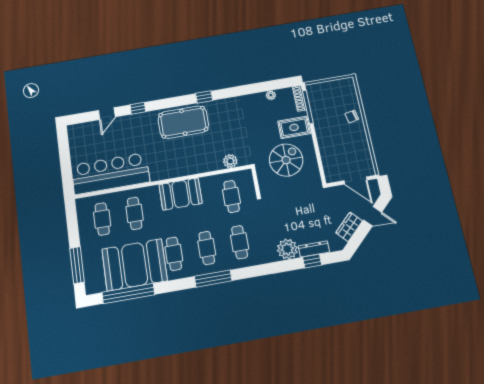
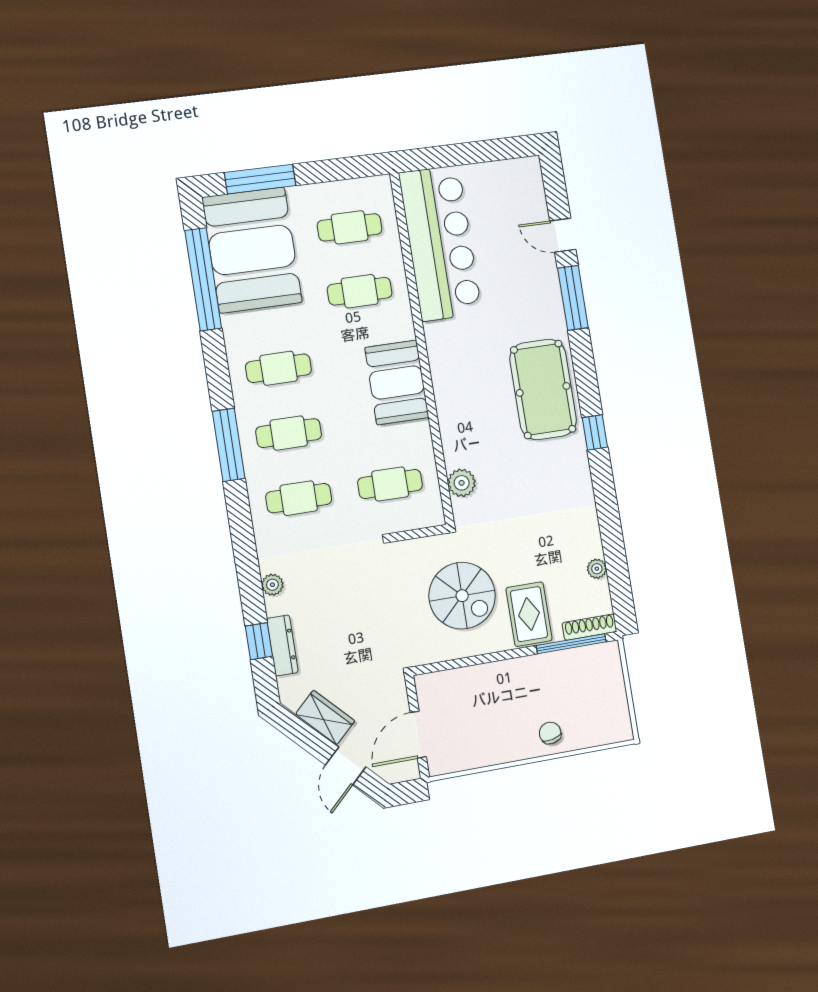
window: (138, 108) -> (573, 298), width x2.17
plant: (287, 249) -> (272, 585), width x0.53, depth x0.53
booth: (135, 265) -> (252, 250), moved

